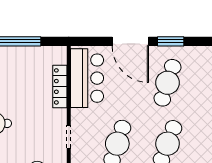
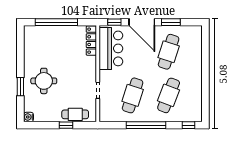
window: (92, 41) -> (114, 22), added
locker: (60, 86) -> (91, 41), moved

